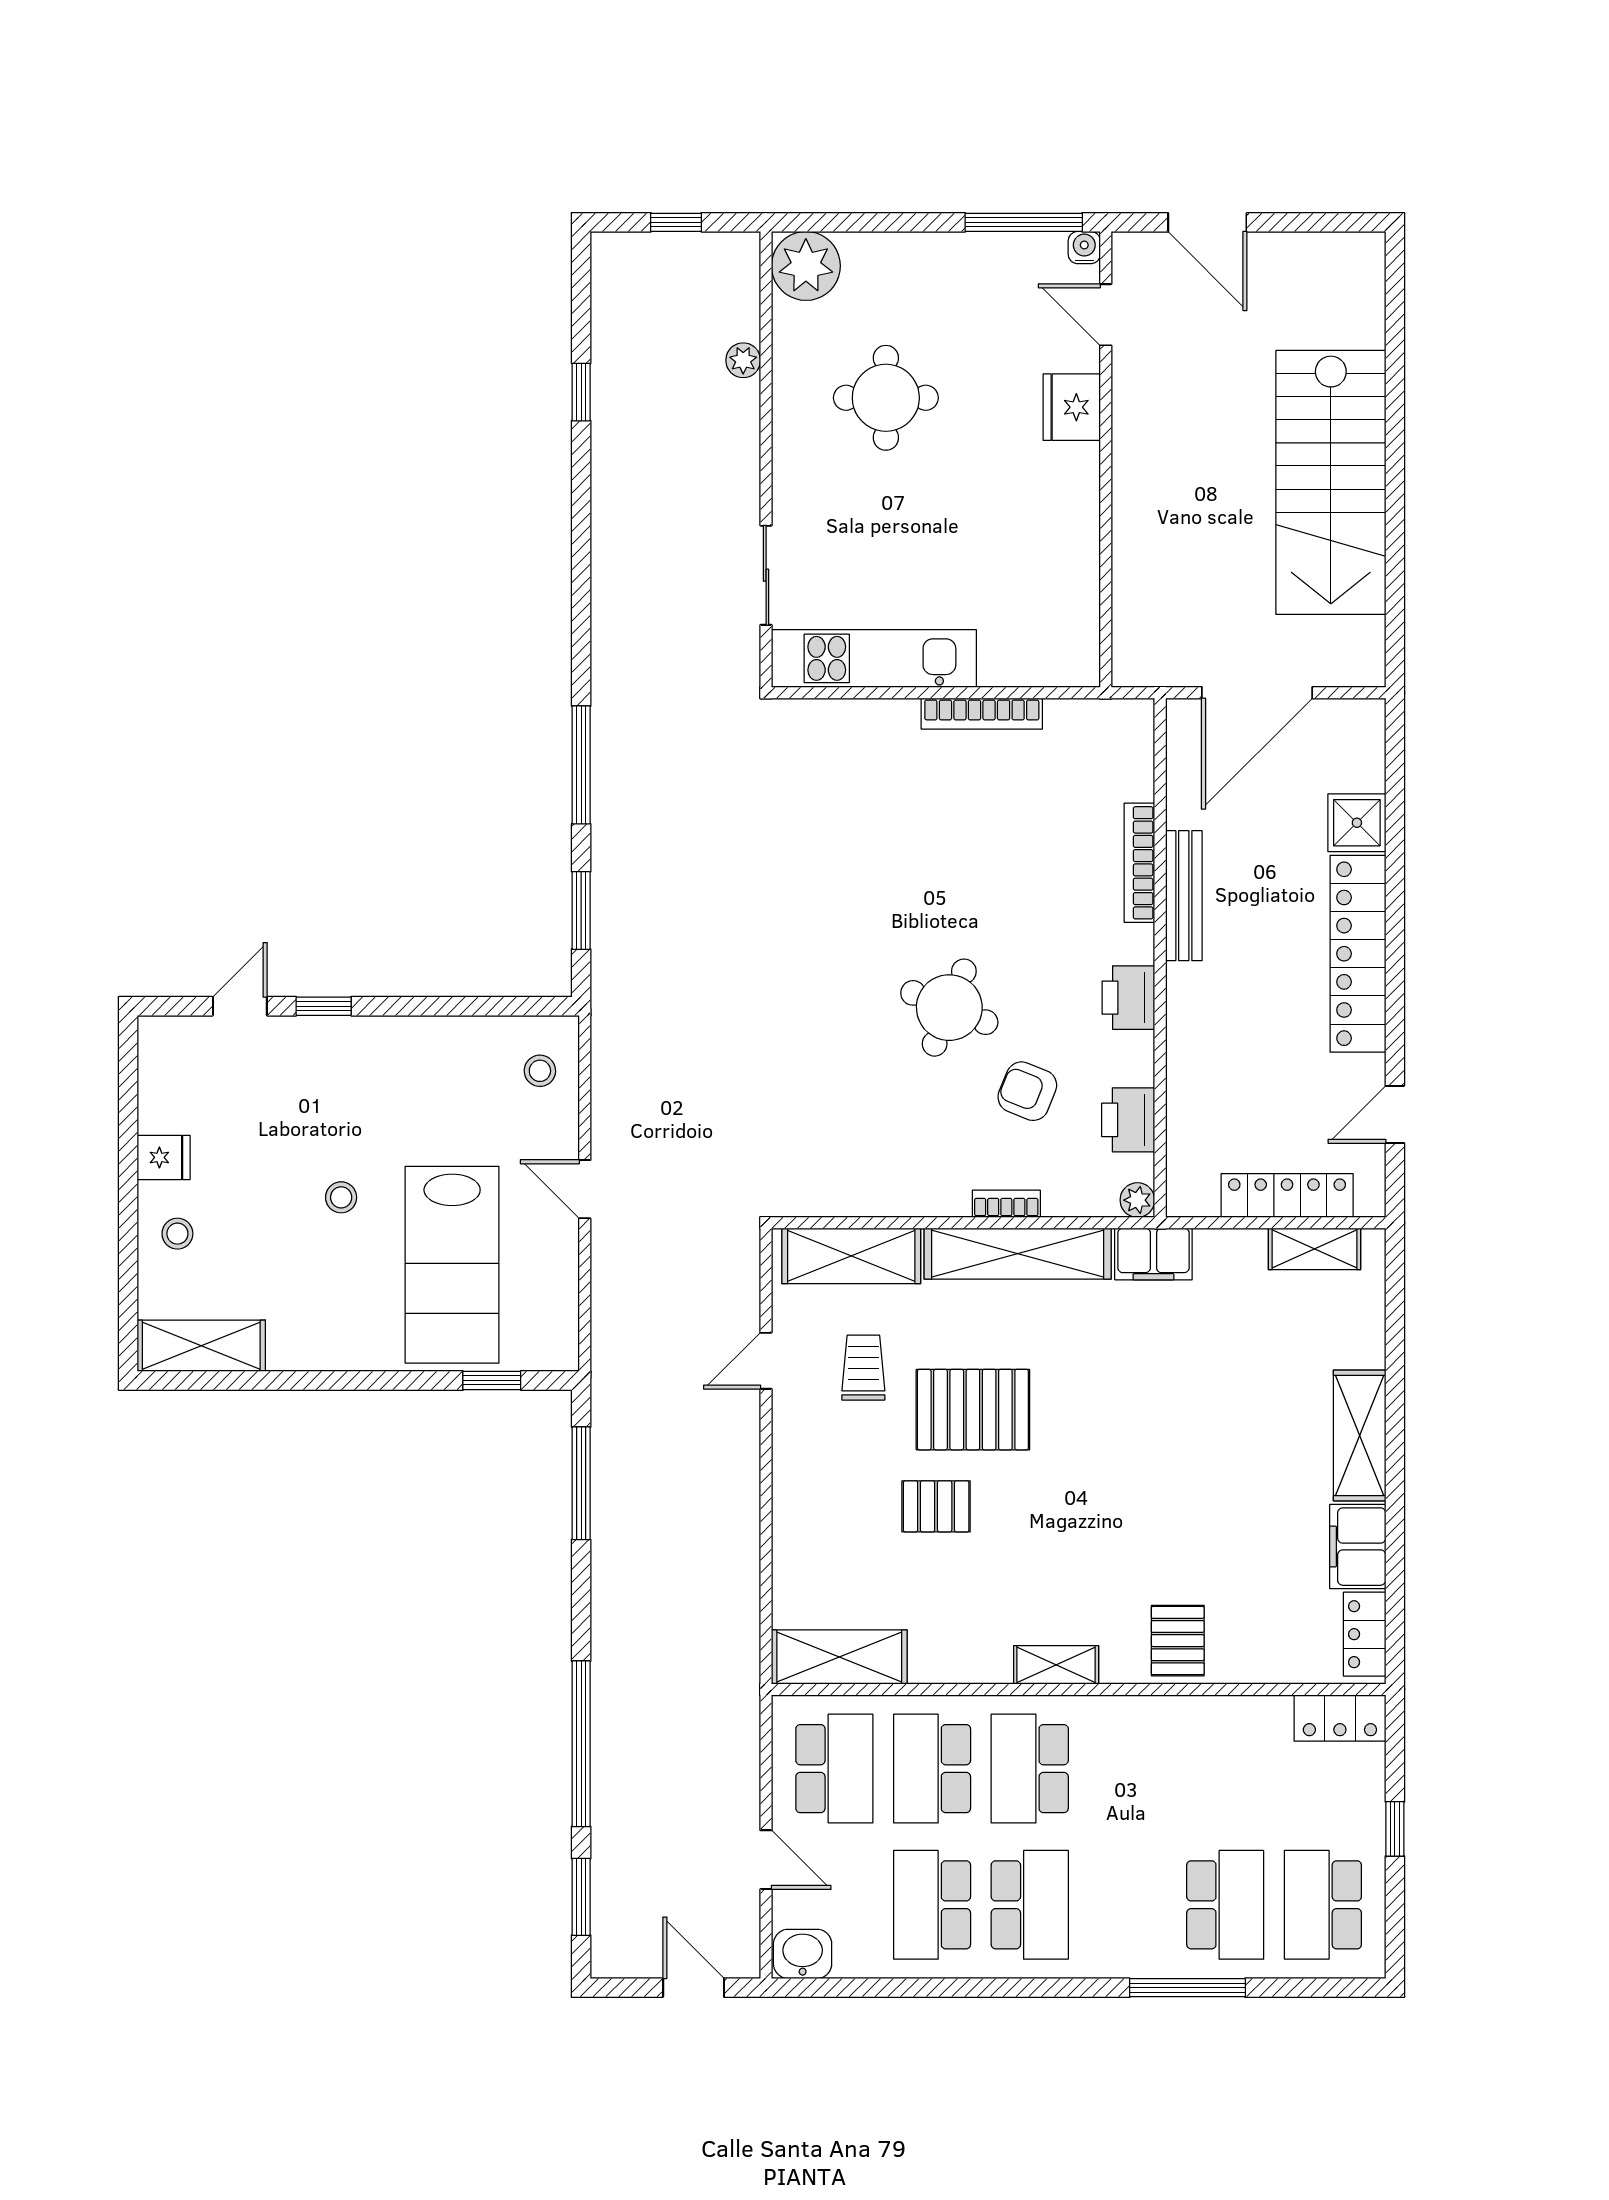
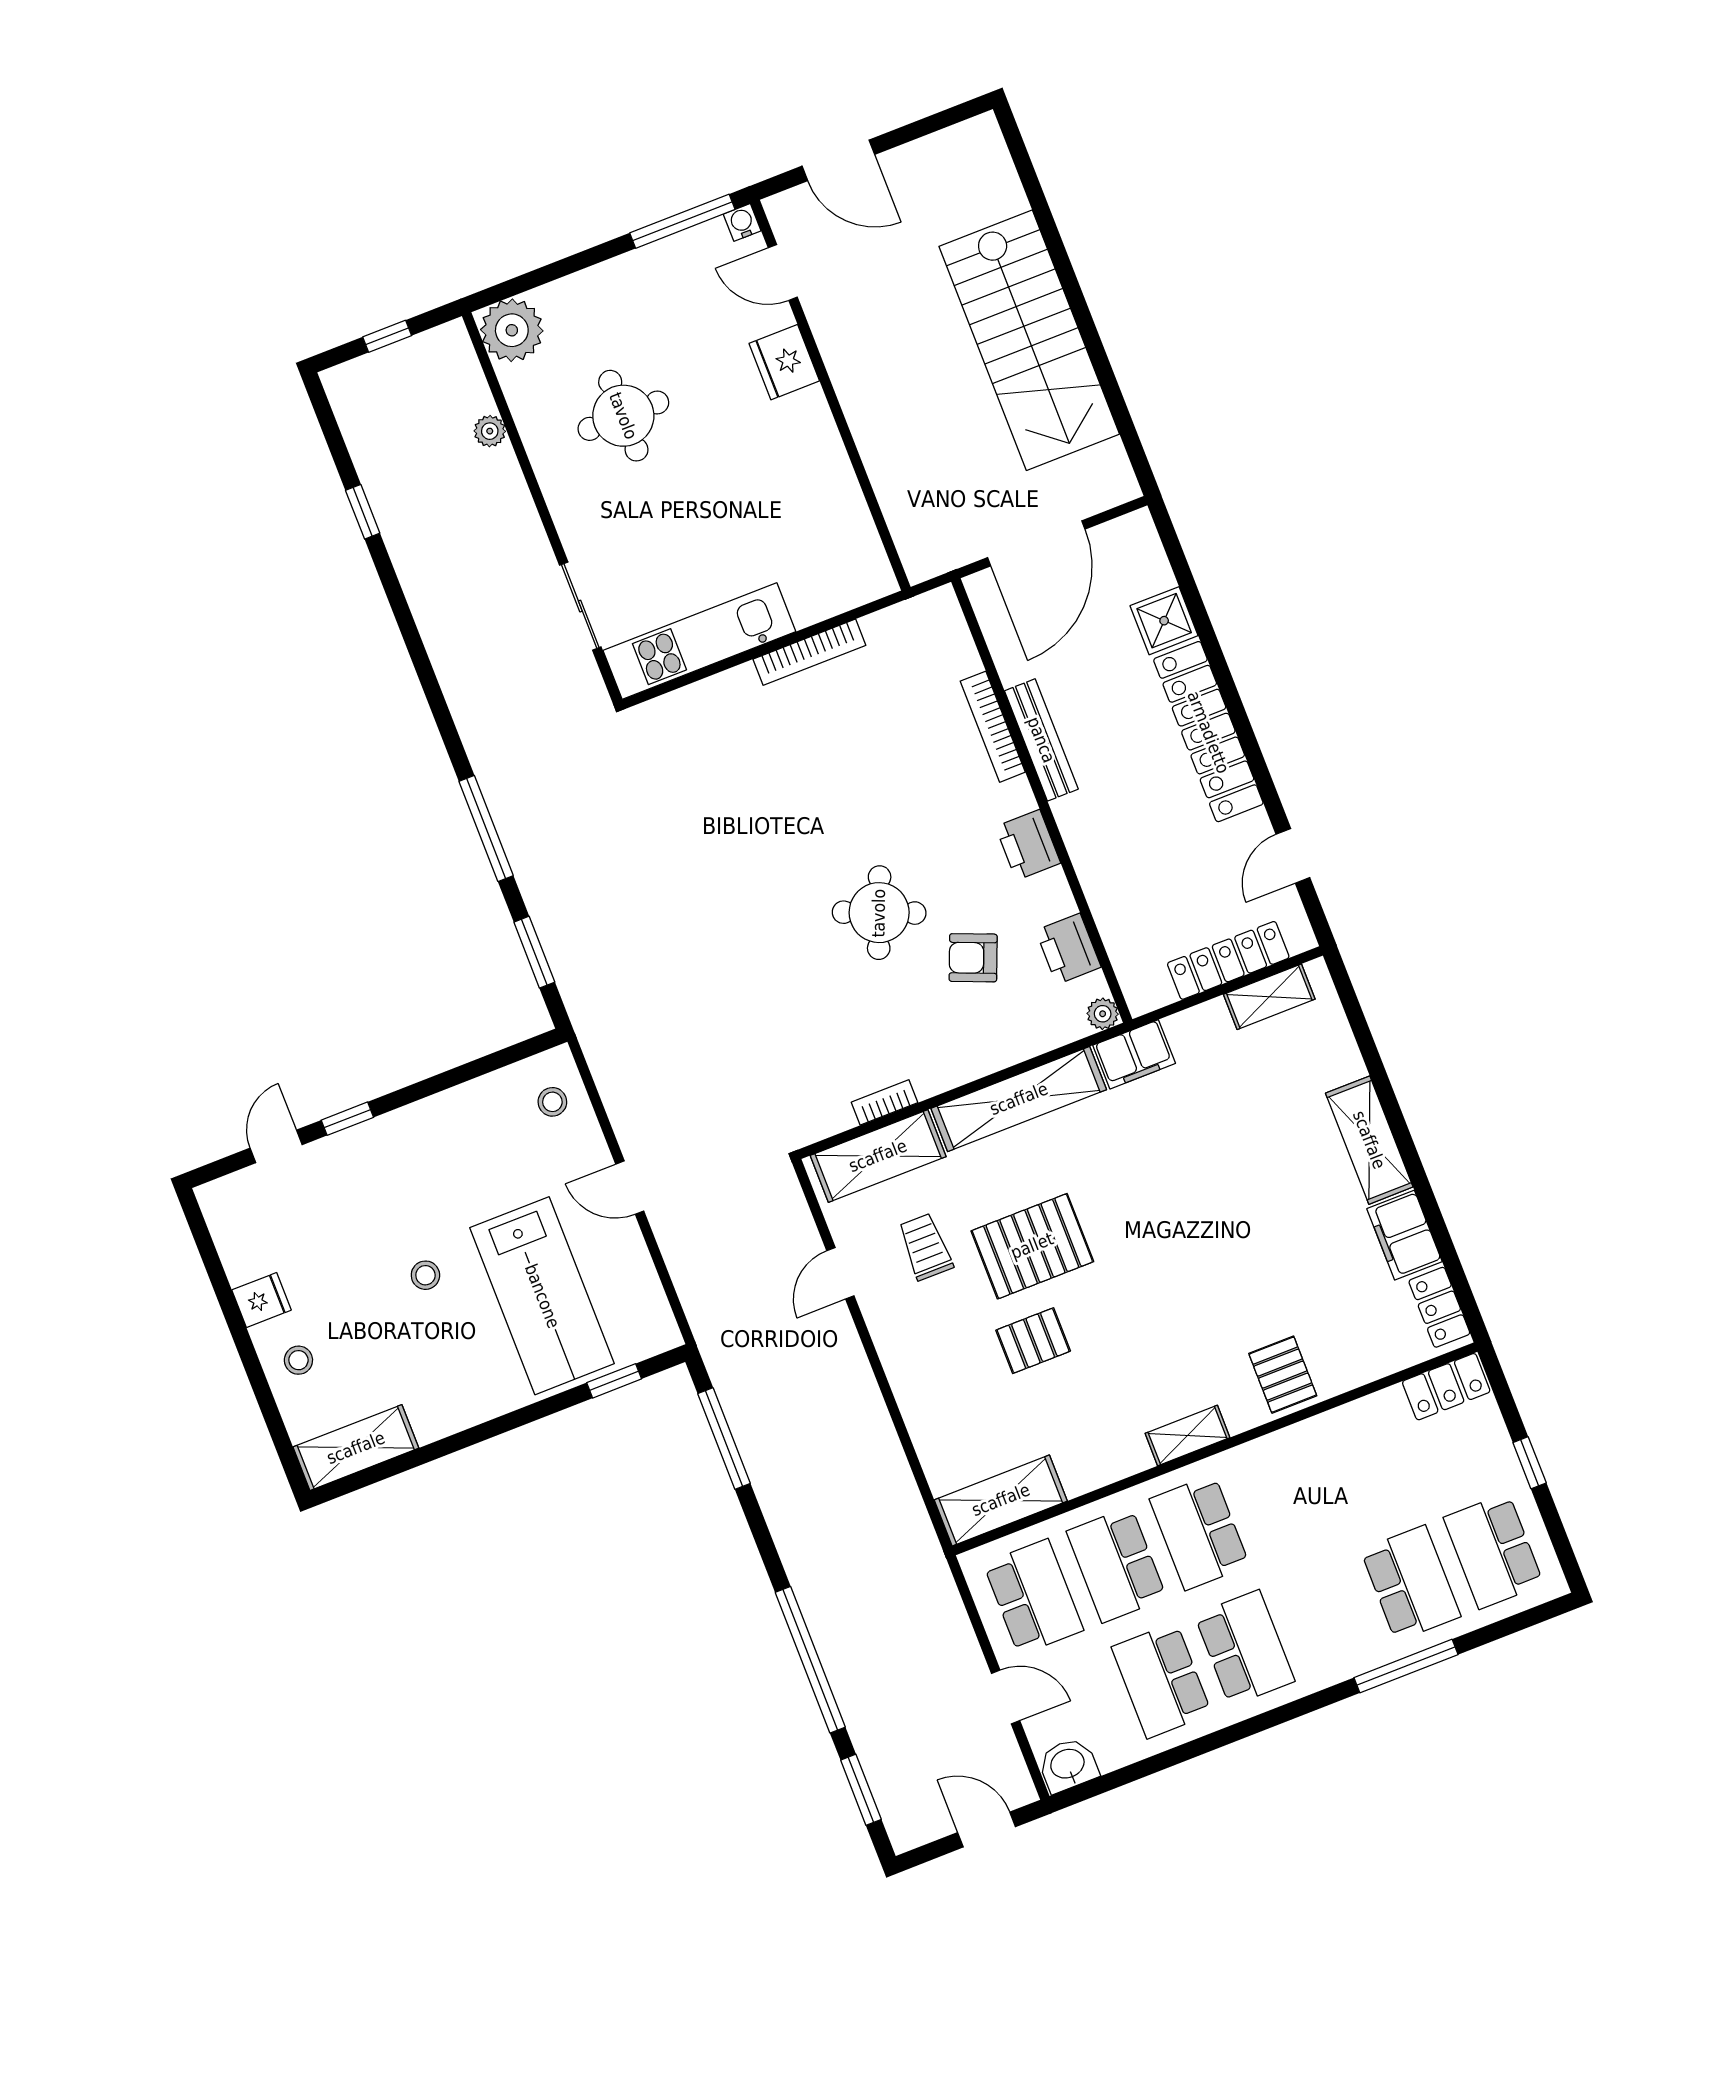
bookcase: (1006, 1204) -> (885, 1102), moved

